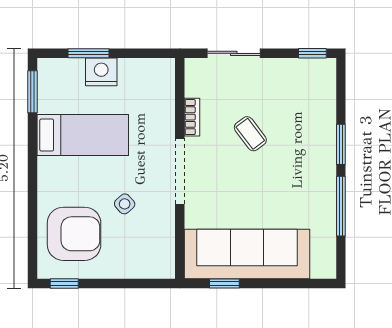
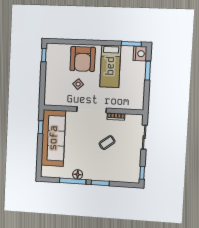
nightstand: (101, 72) -> (140, 54), moved
floor lamp: (325, 196) -> (78, 174), added
armchair: (74, 234) -> (83, 59), moved

